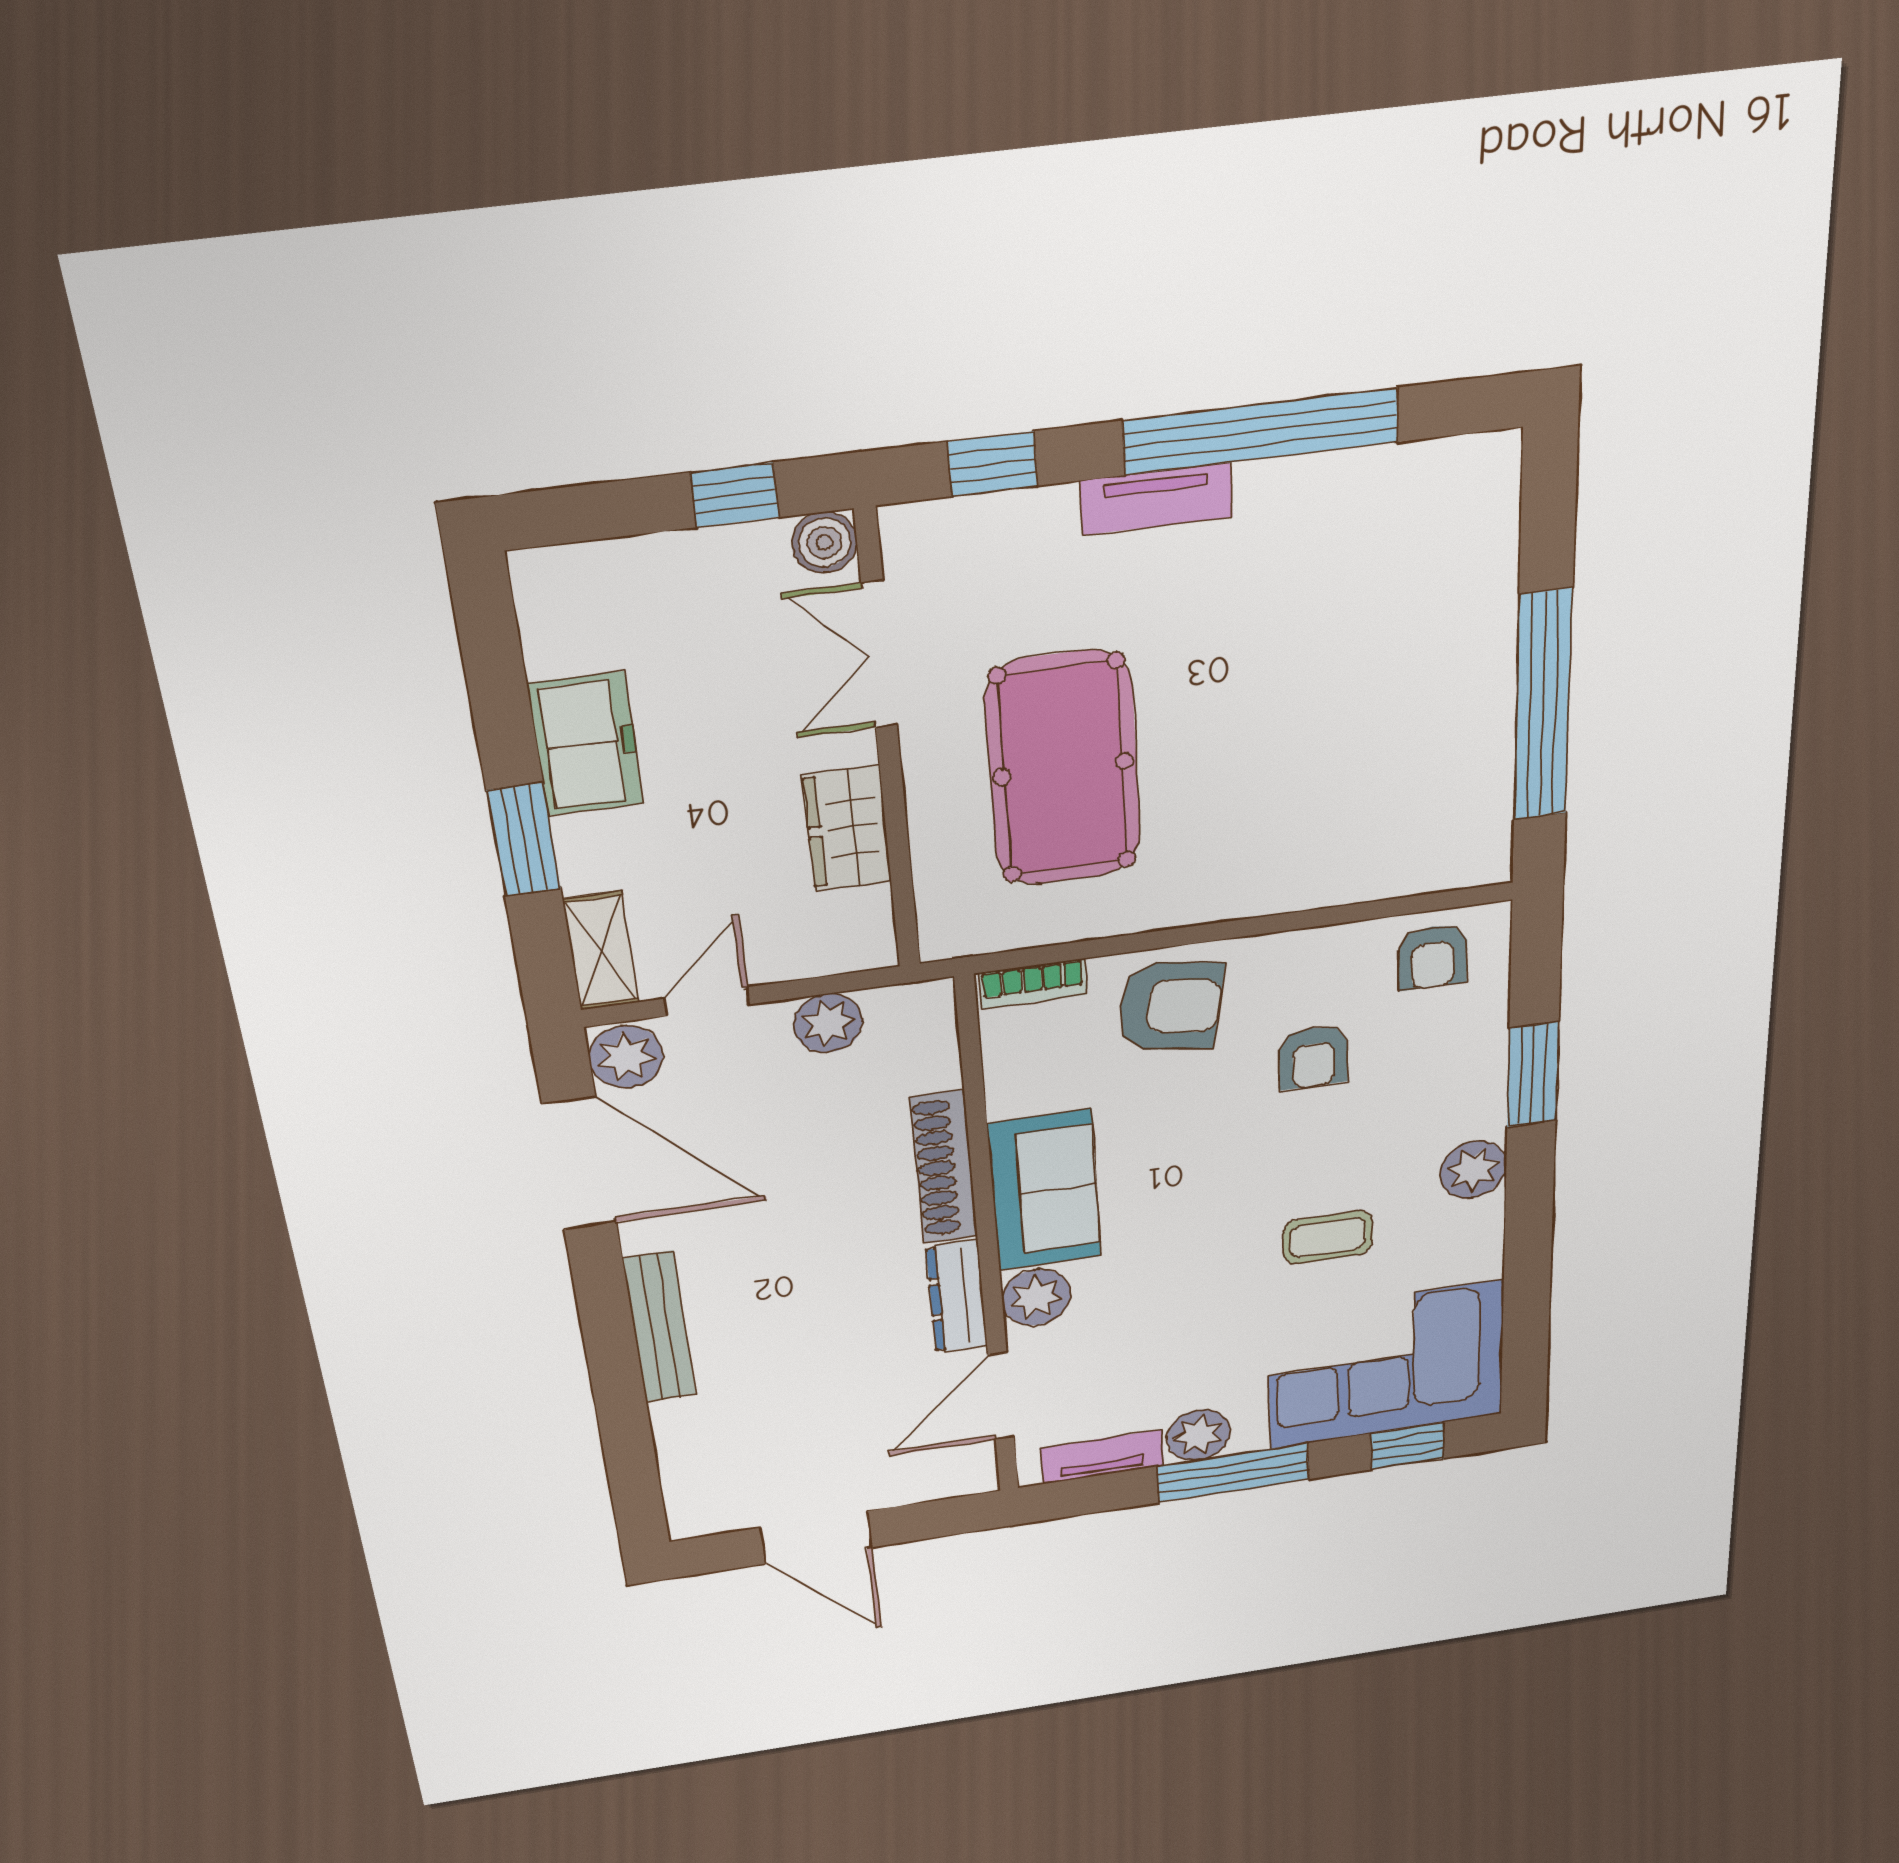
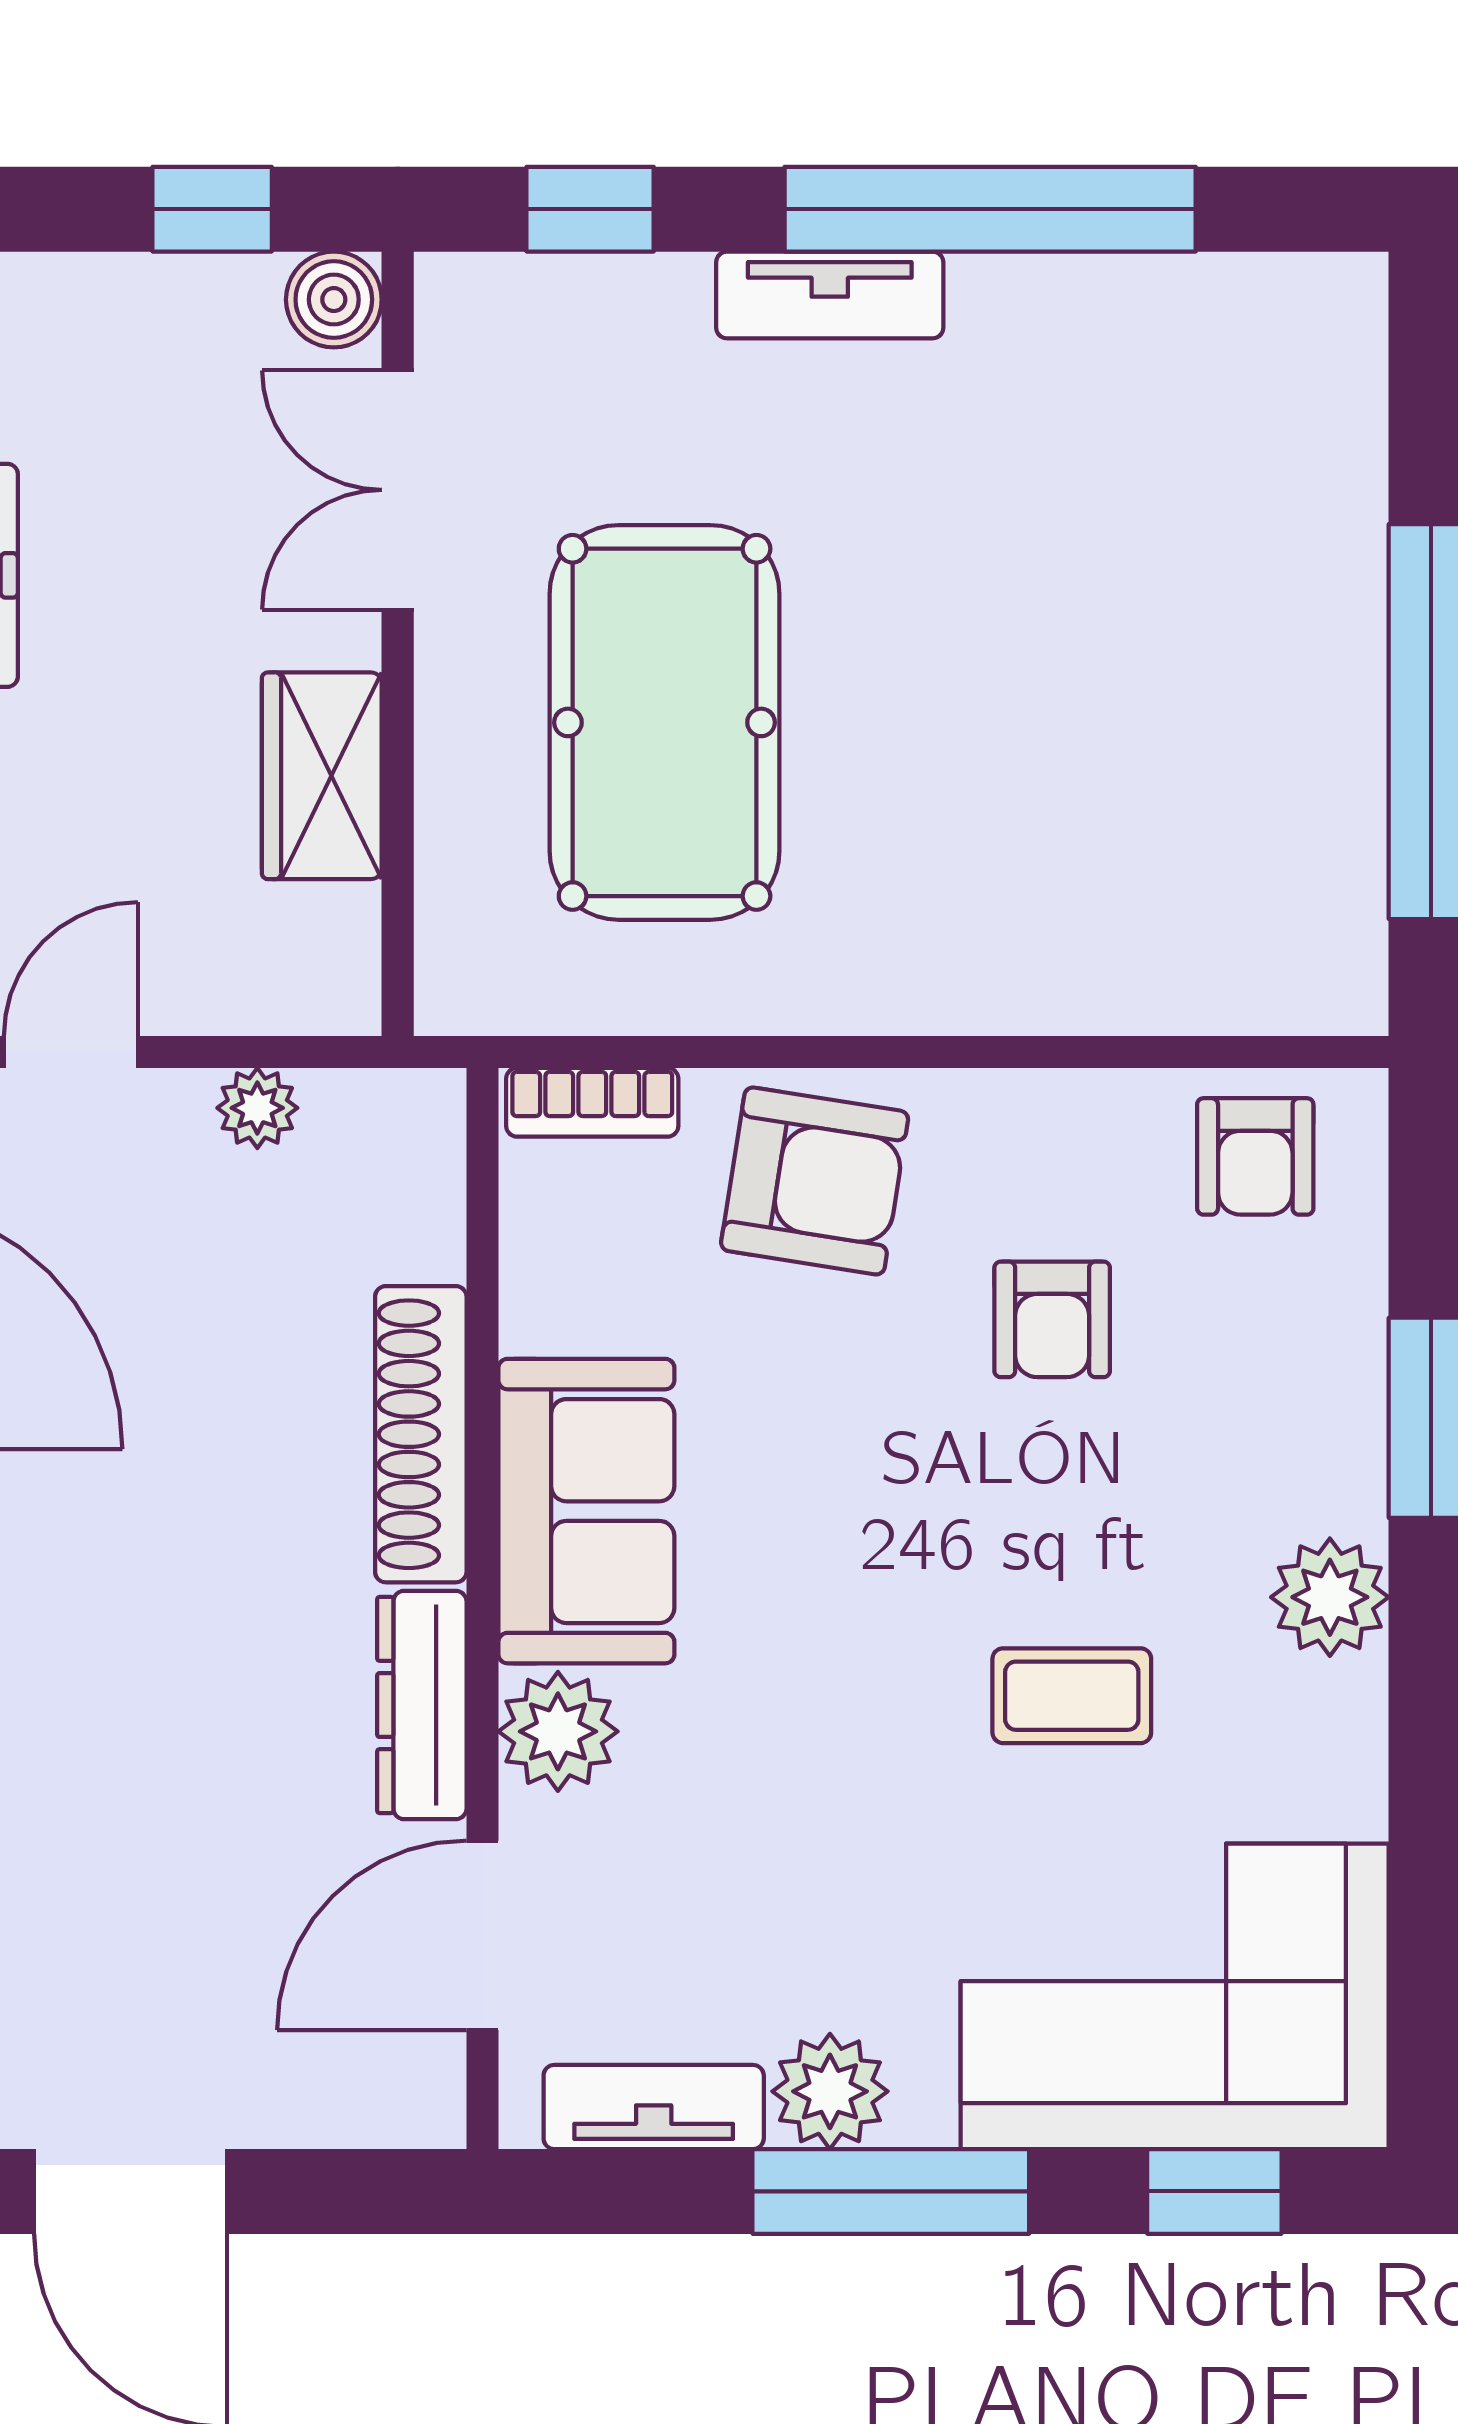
plant: (828, 1023) -> (257, 1108), width x0.73, depth x0.73

